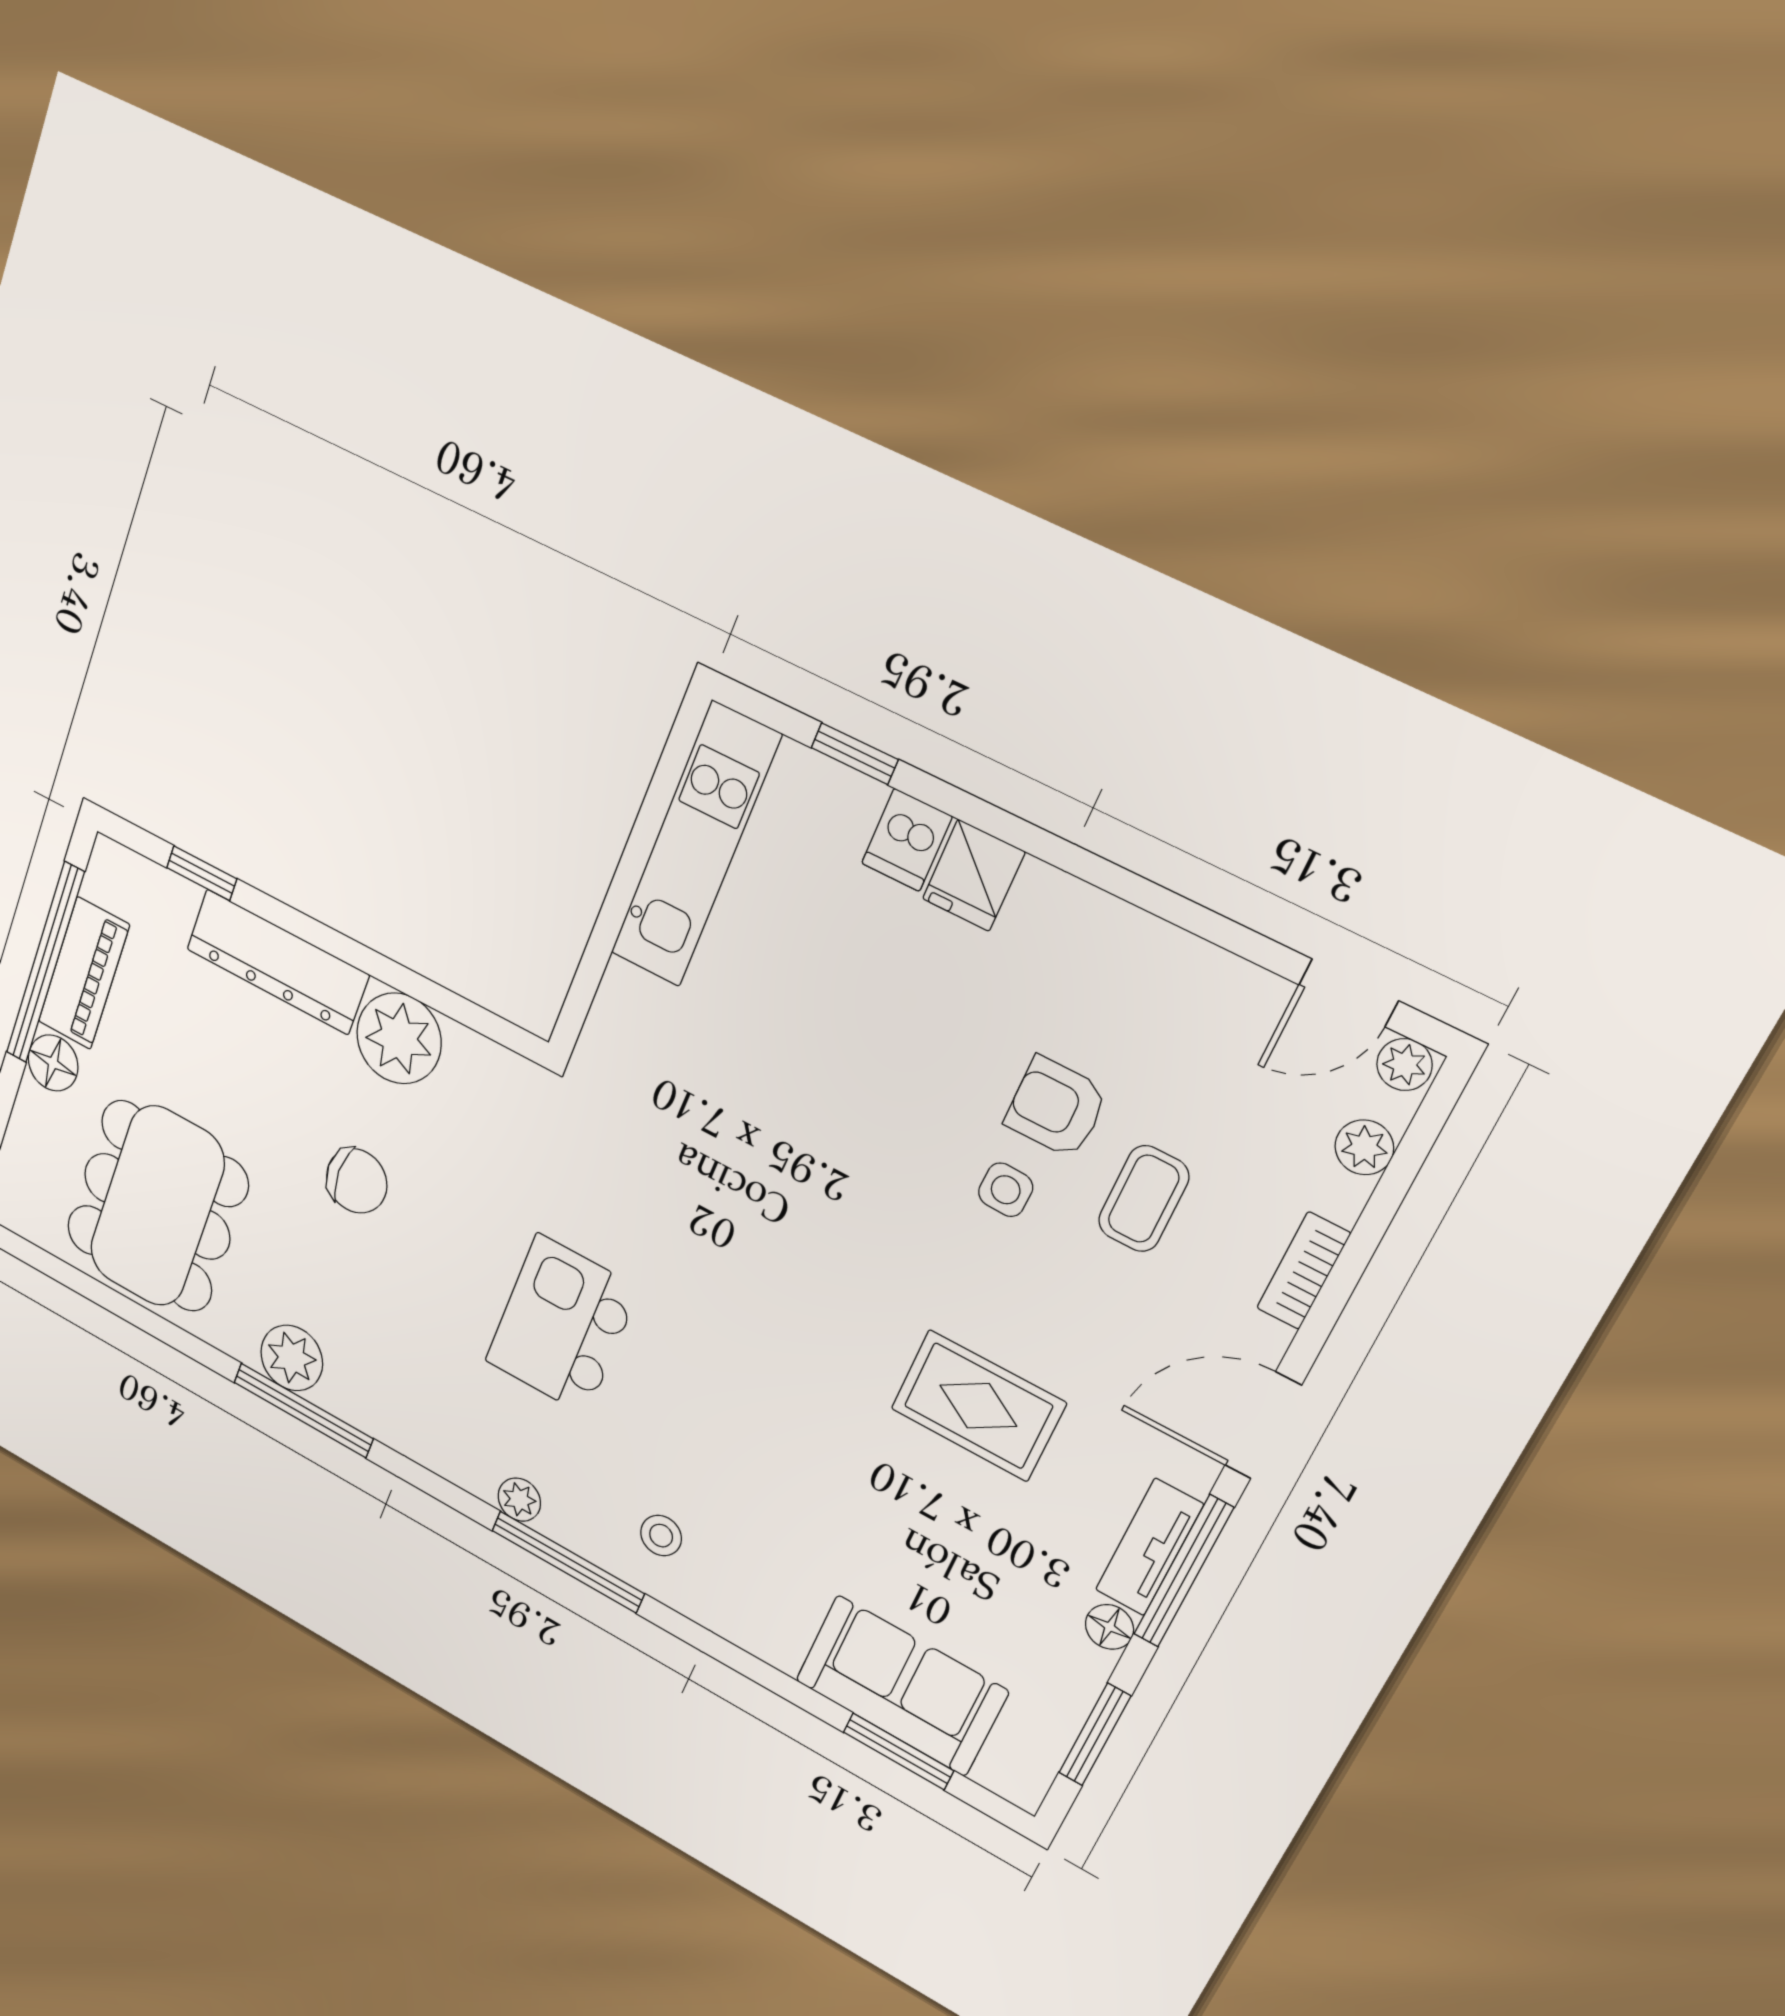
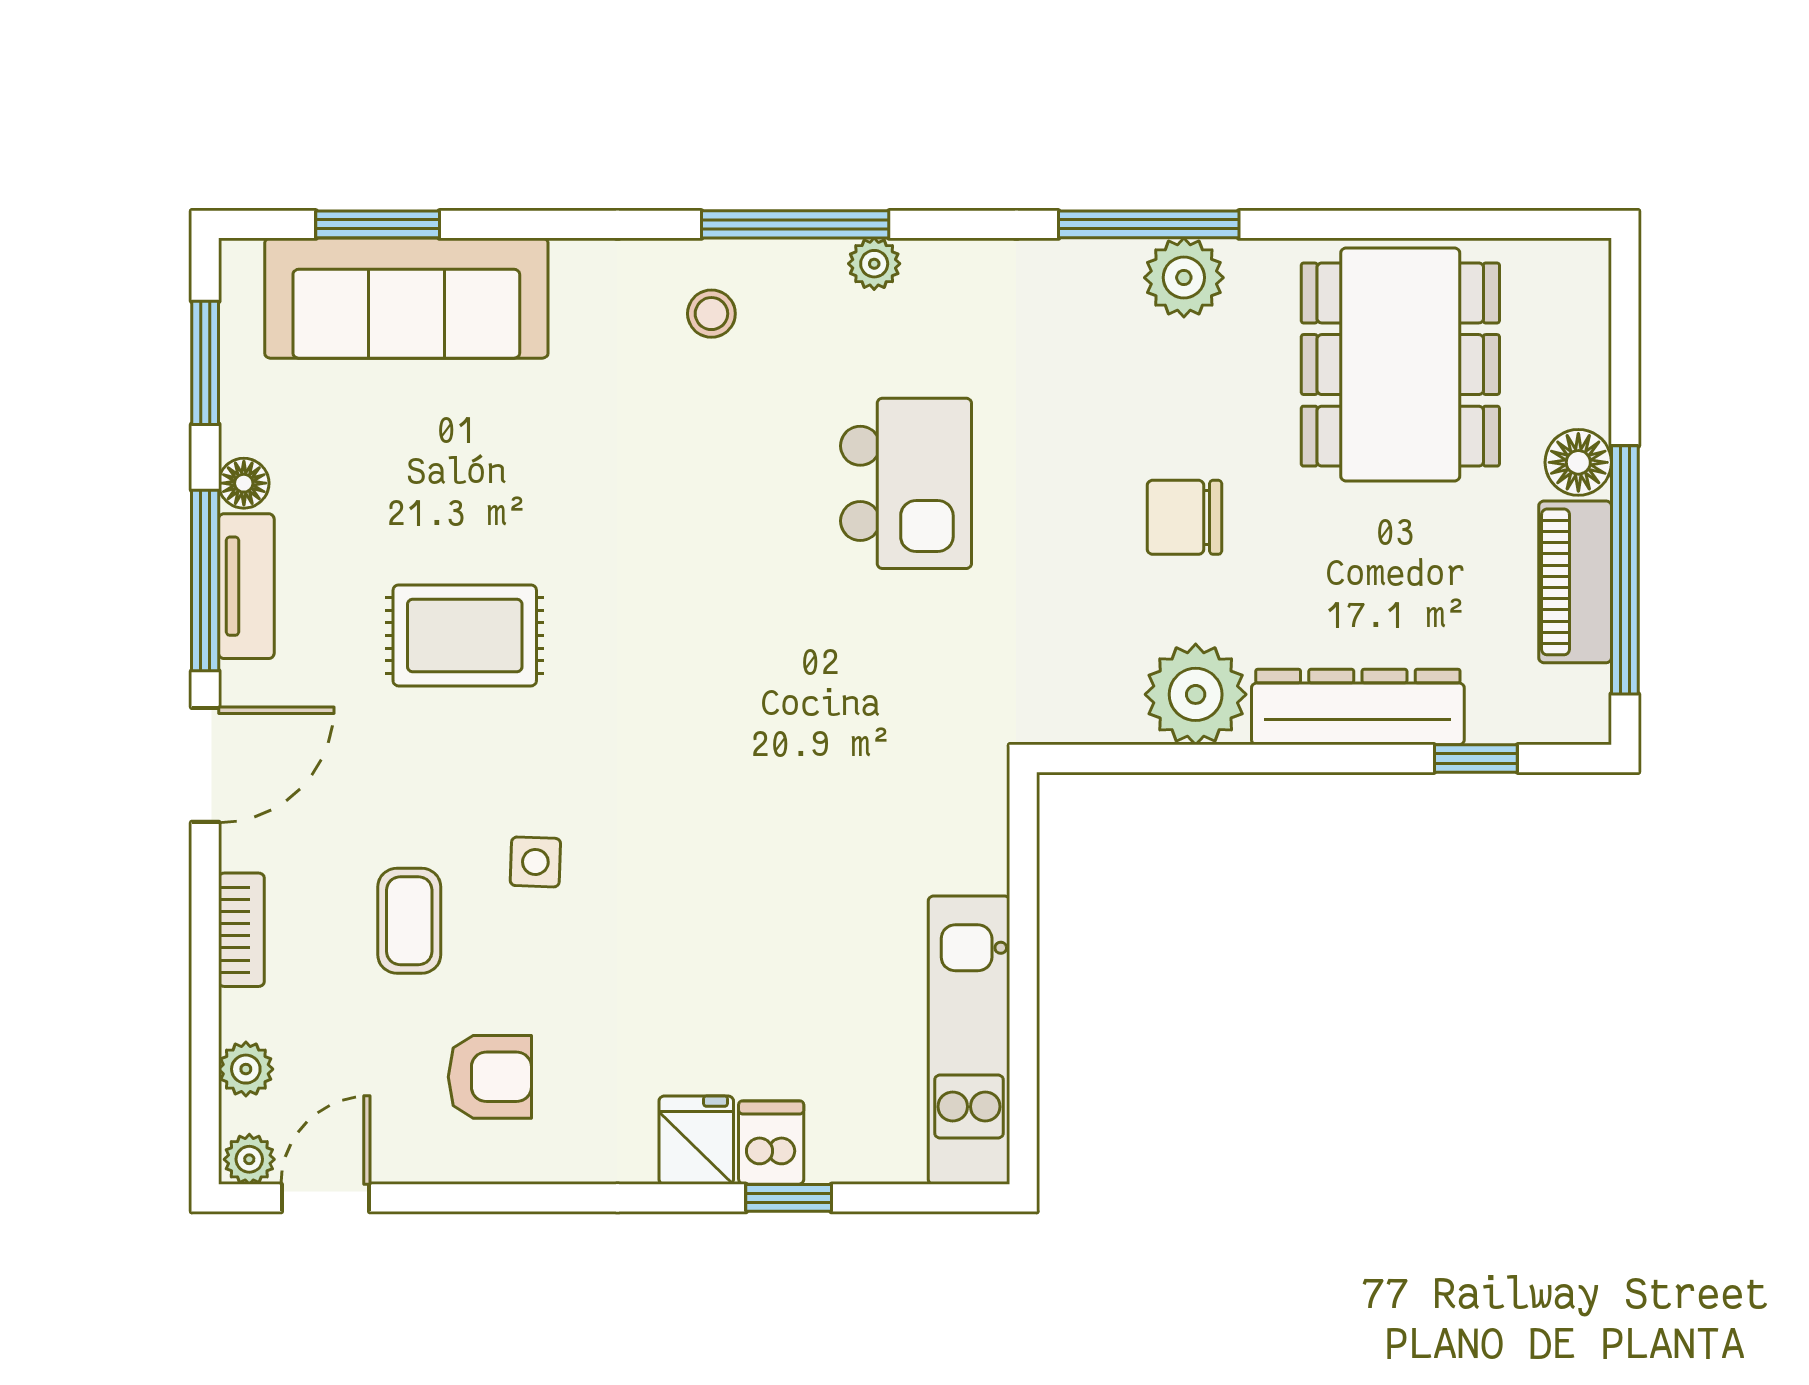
window: (855, 754) -> (789, 1198), moved
armchair: (1056, 1107) -> (490, 1077), moved
sofa: (901, 1686) -> (406, 298), width x1.36

